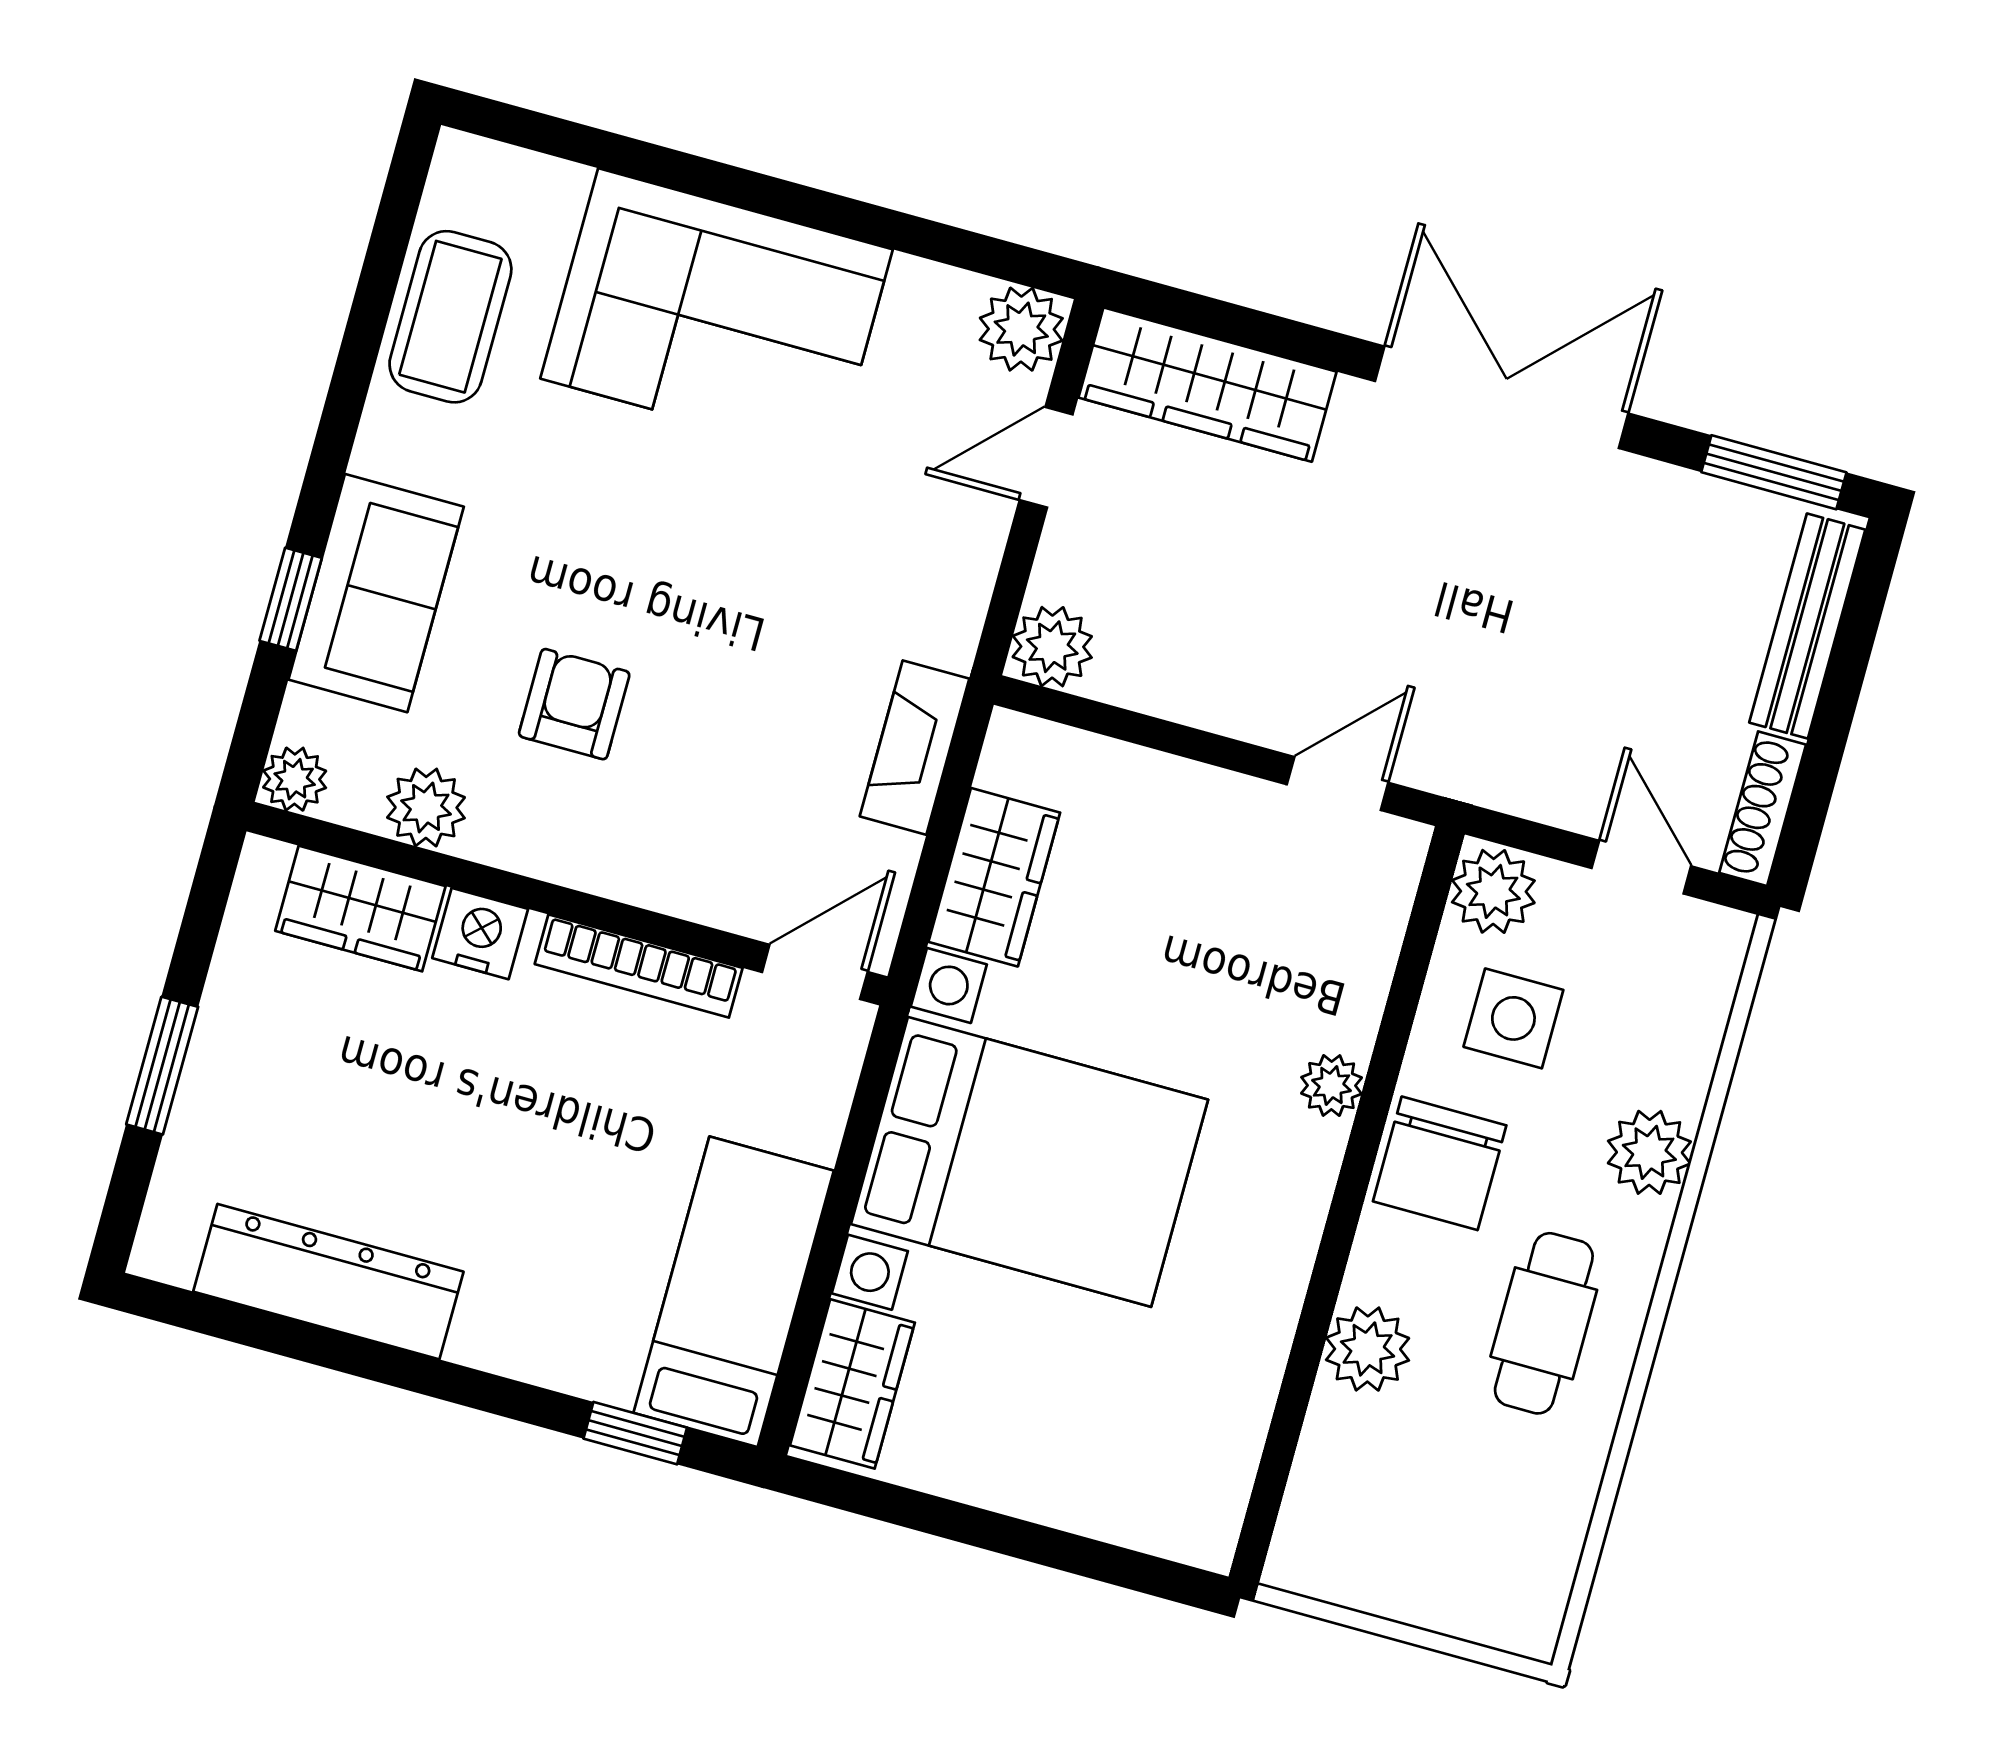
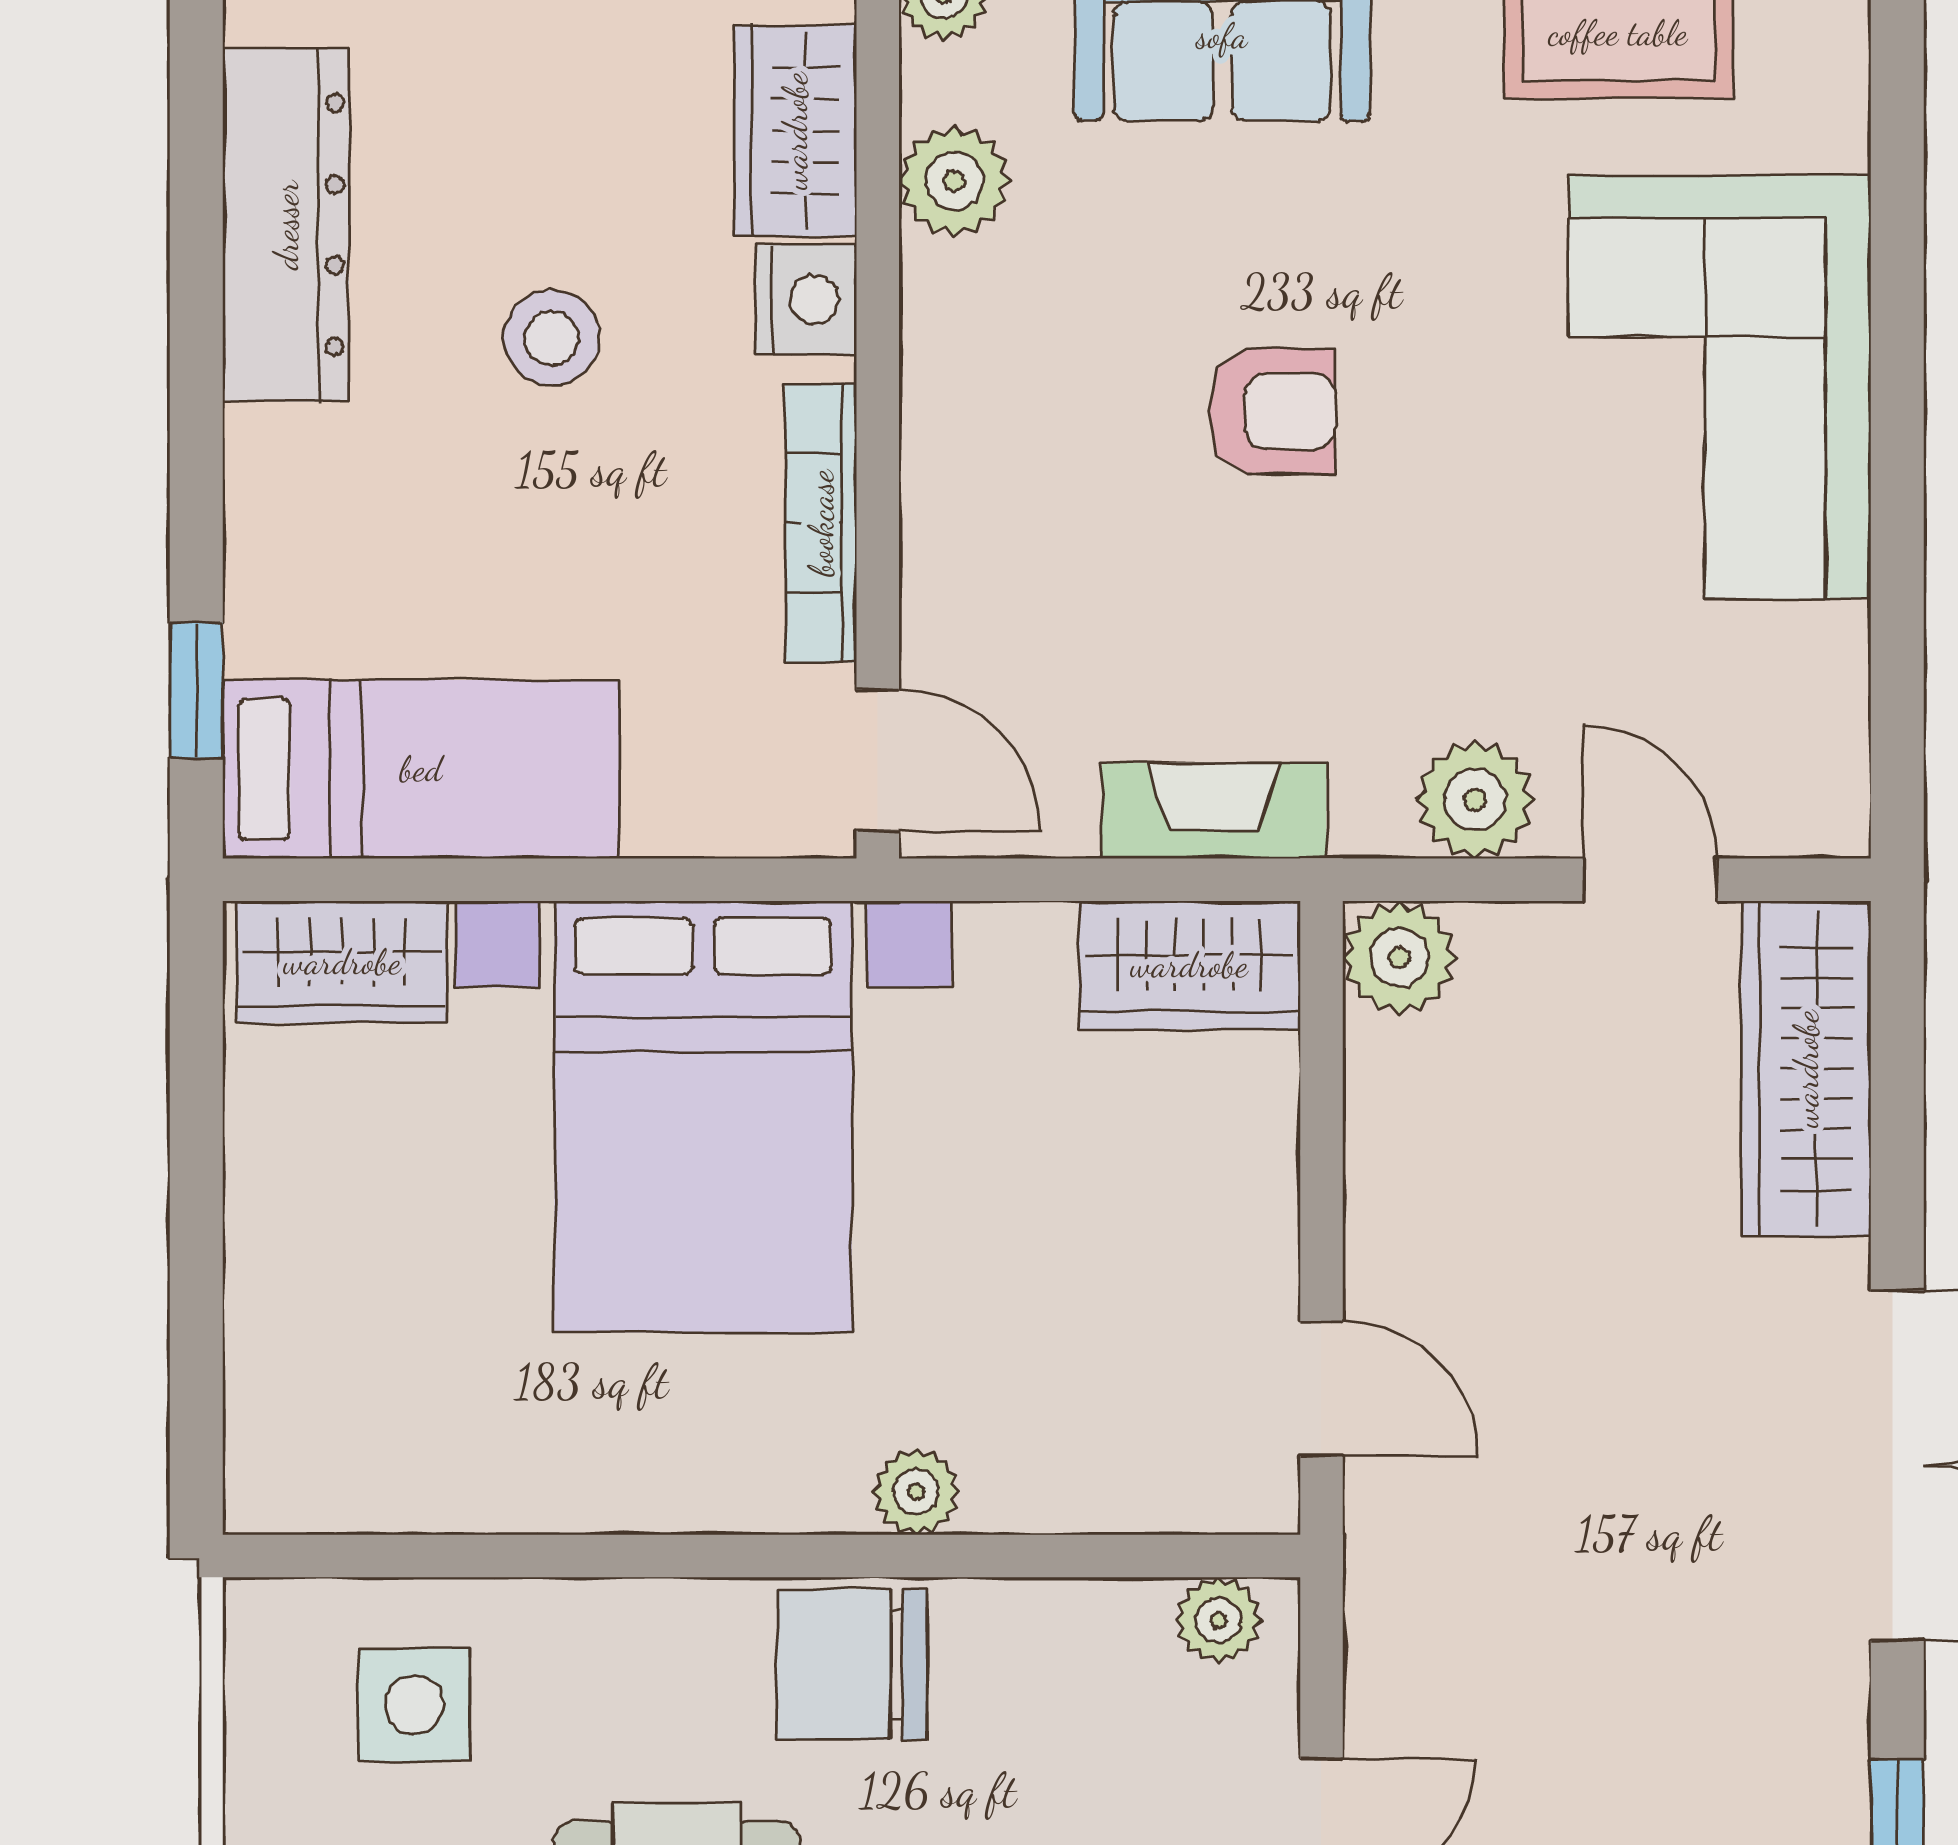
plant: (1021, 329) -> (1475, 799), moved
armchair: (574, 704) -> (1272, 411), moved
wardrobe: (994, 877) -> (1189, 965), moved
plant: (1493, 891) -> (1219, 1620), width x0.73, depth x0.73
side table: (1513, 1018) -> (414, 1705), moved
stool: (458, 1118) -> (552, 338), added
plant: (1368, 1349) -> (578, 1637), removed

